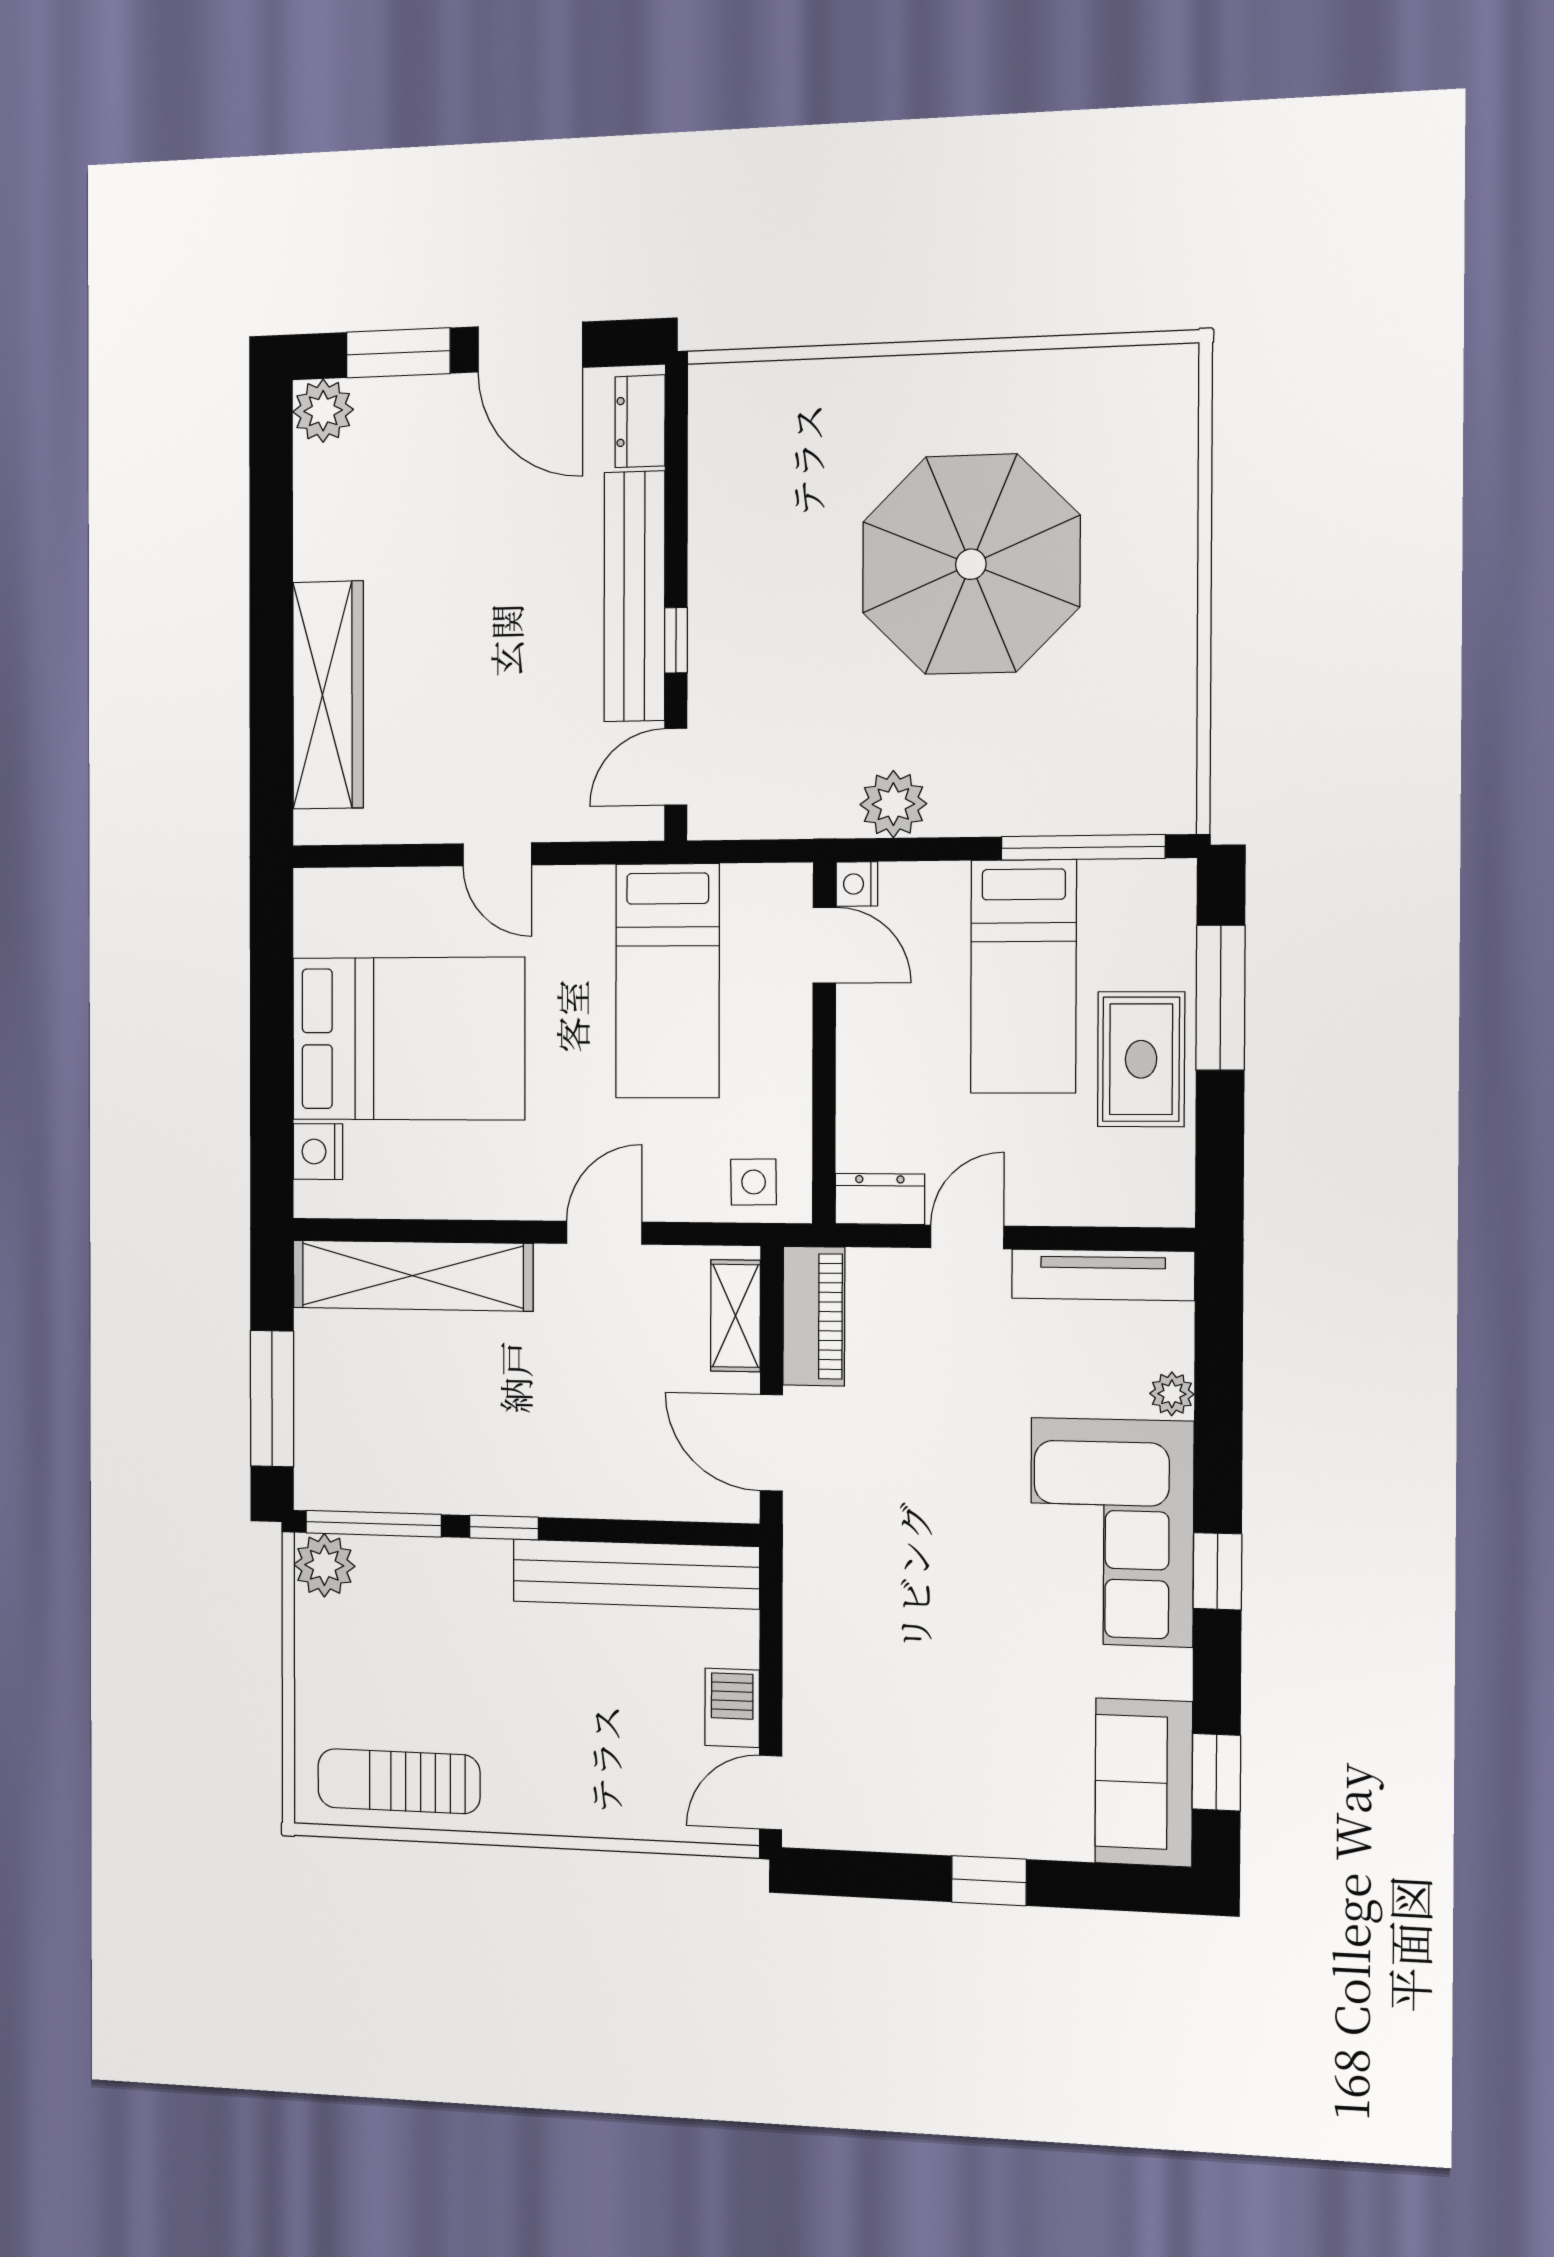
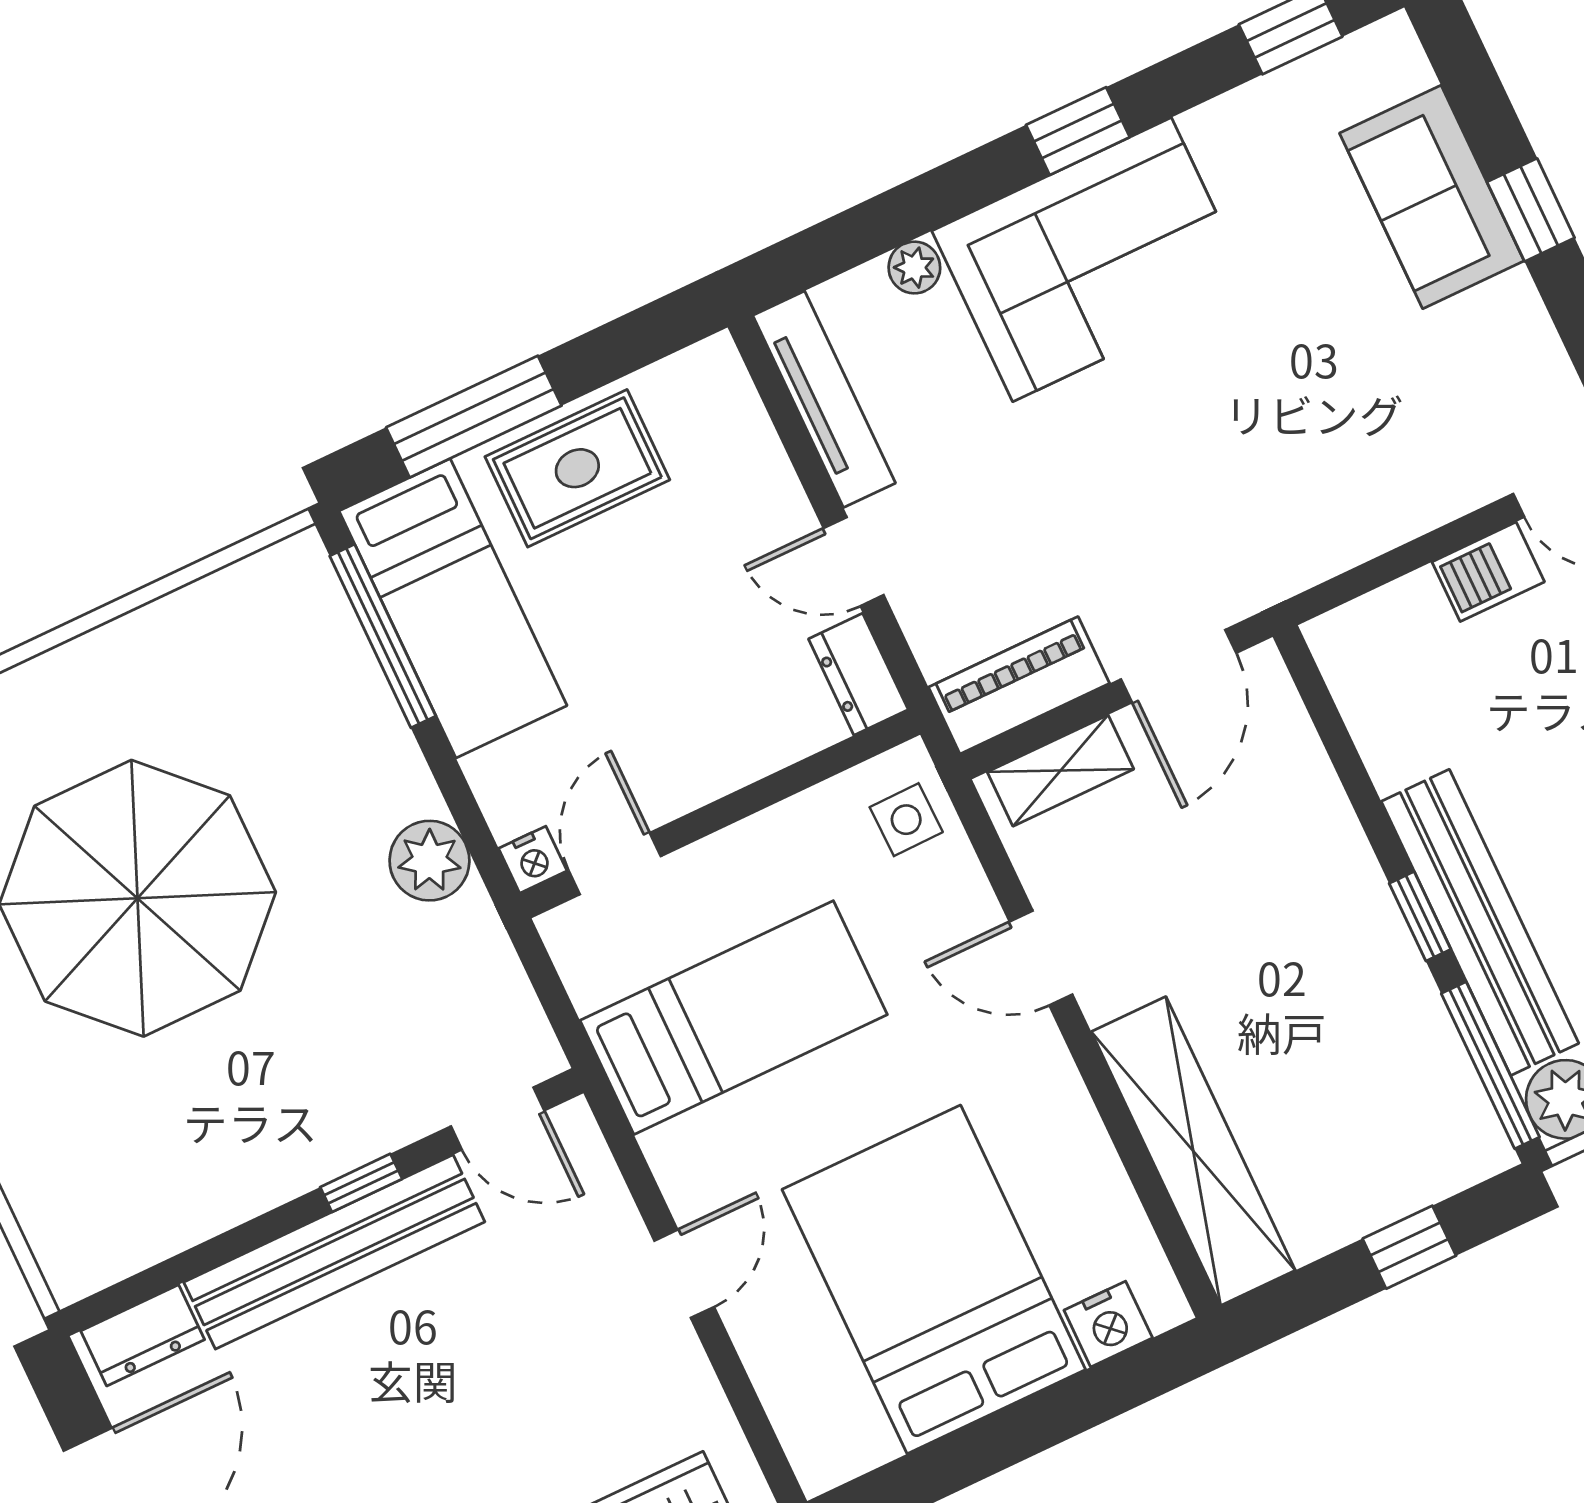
bed: (1023, 976) -> (453, 608), moved, turned 90
window: (272, 1399) -> (1409, 1247), width x0.46
bench: (636, 1574) -> (1480, 922), moved
sofa: (1144, 1782) -> (1432, 197), moved, turned 90

